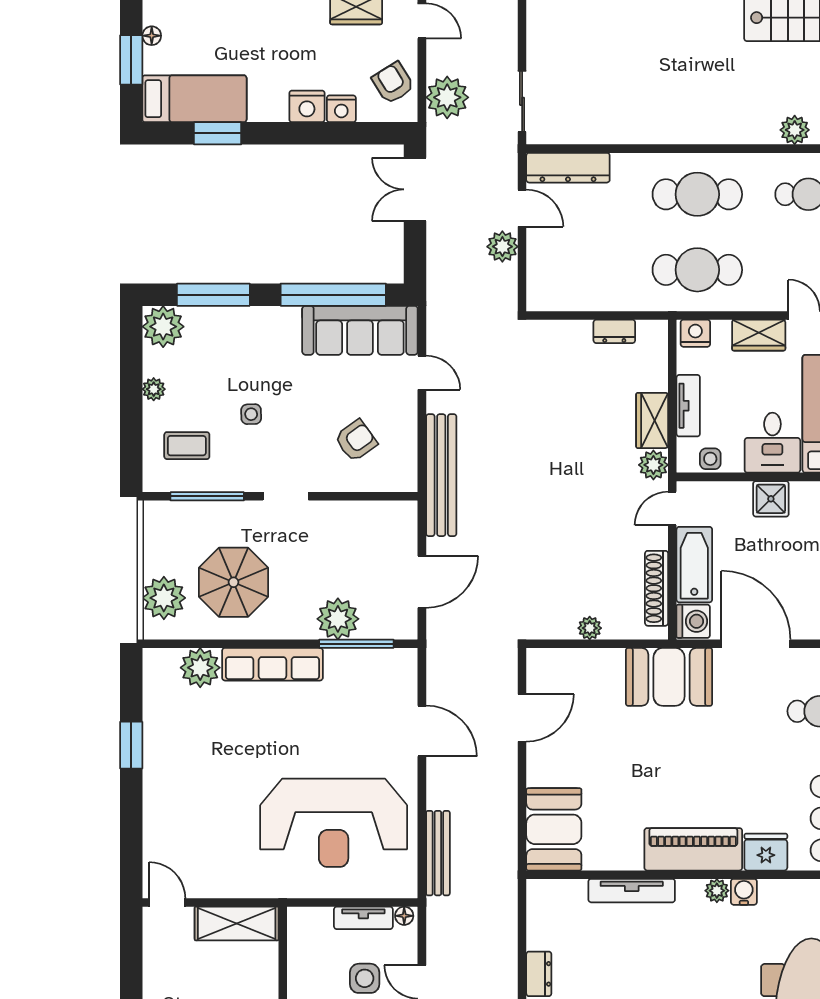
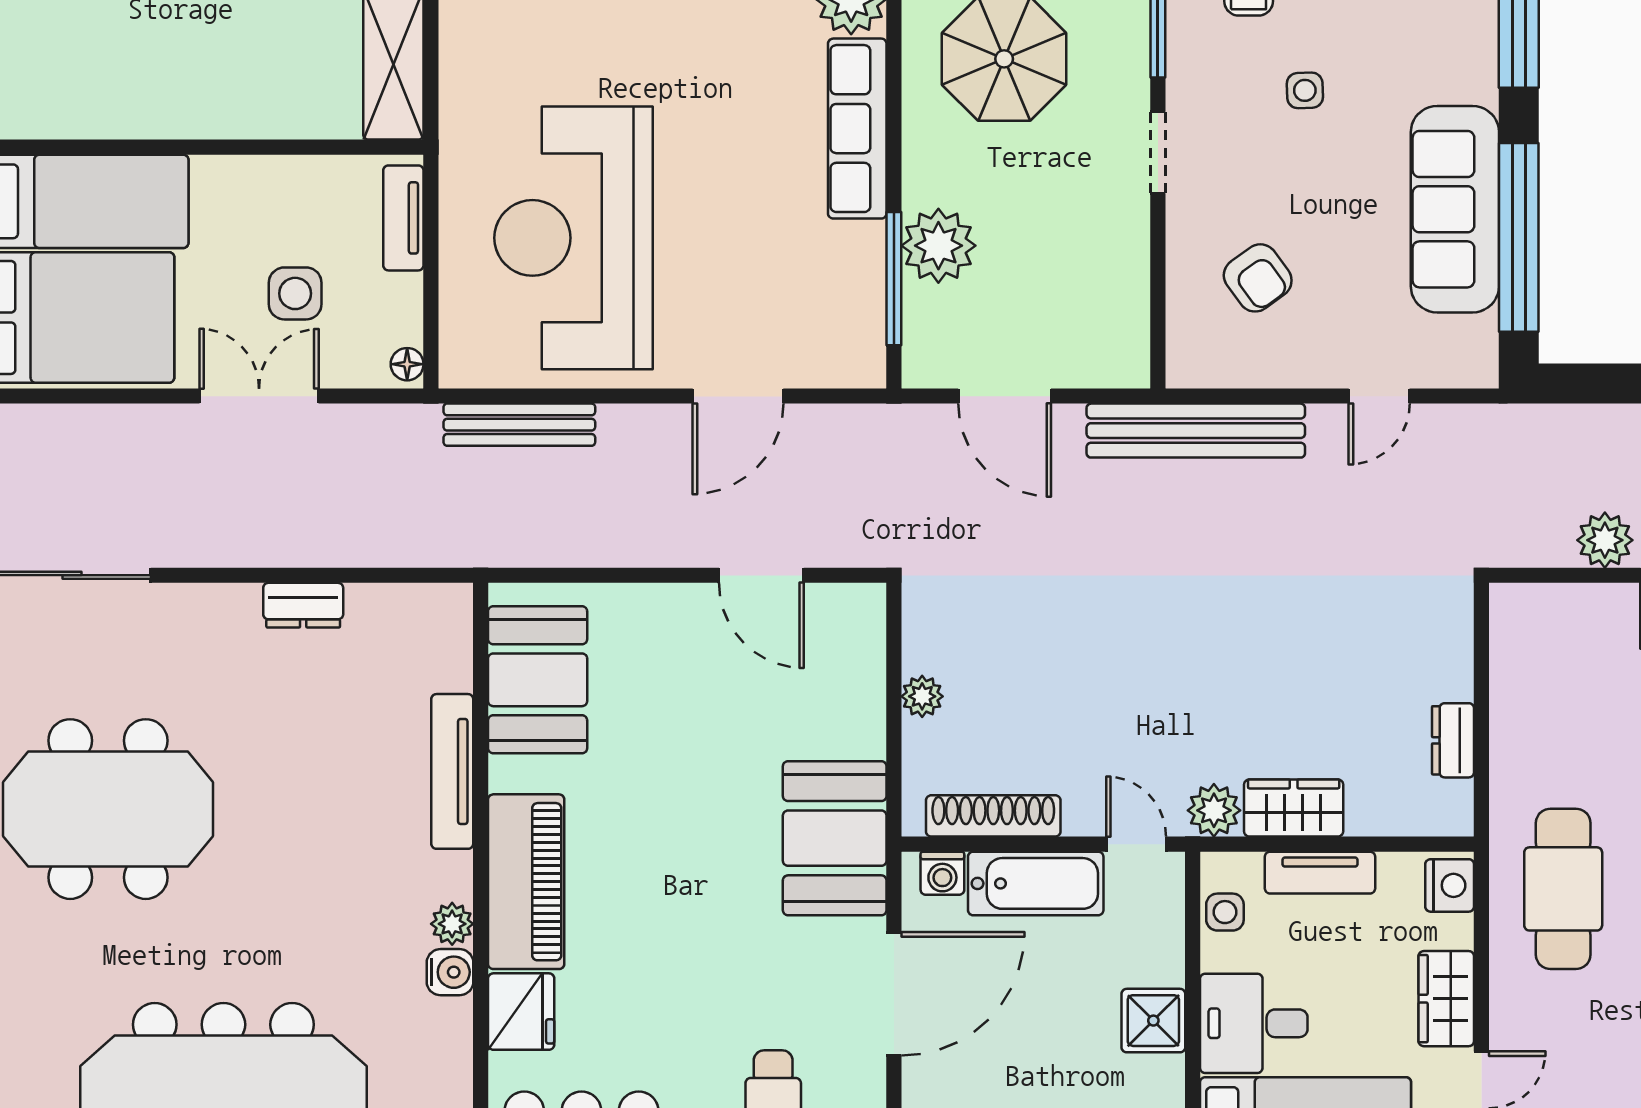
sofa: (360, 330) -> (1455, 209), moved
washing machine: (693, 621) -> (942, 873), width x0.73, depth x0.73
booth: (554, 829) -> (538, 680), moved, turned 90
tv unit: (363, 918) -> (403, 218), moved

